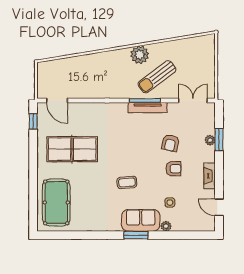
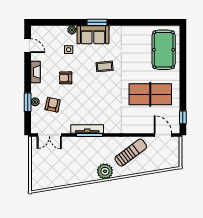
plant: (140, 55) -> (105, 171), moved
sun lounger: (157, 77) -> (131, 153), moved
armchair: (170, 143) -> (53, 105), moved

